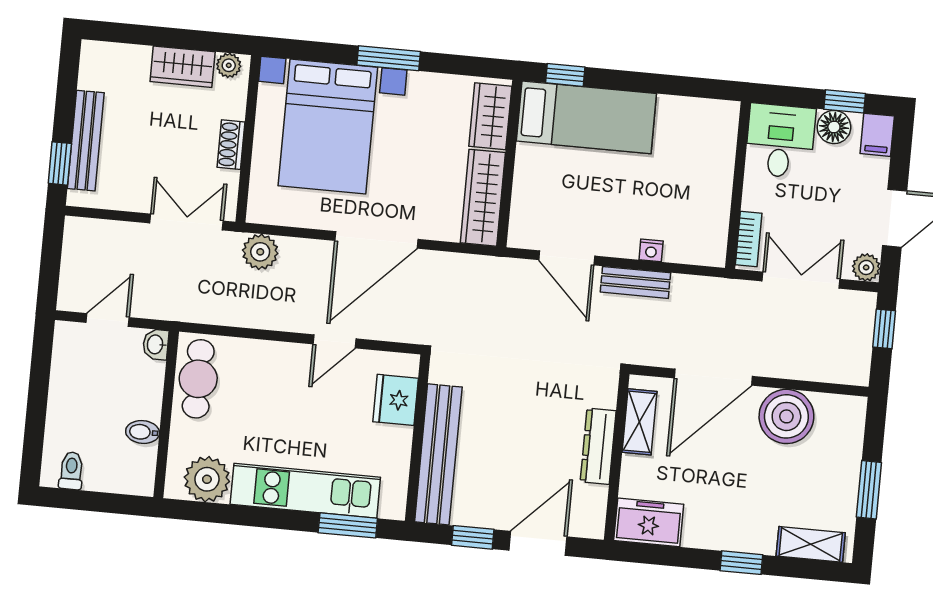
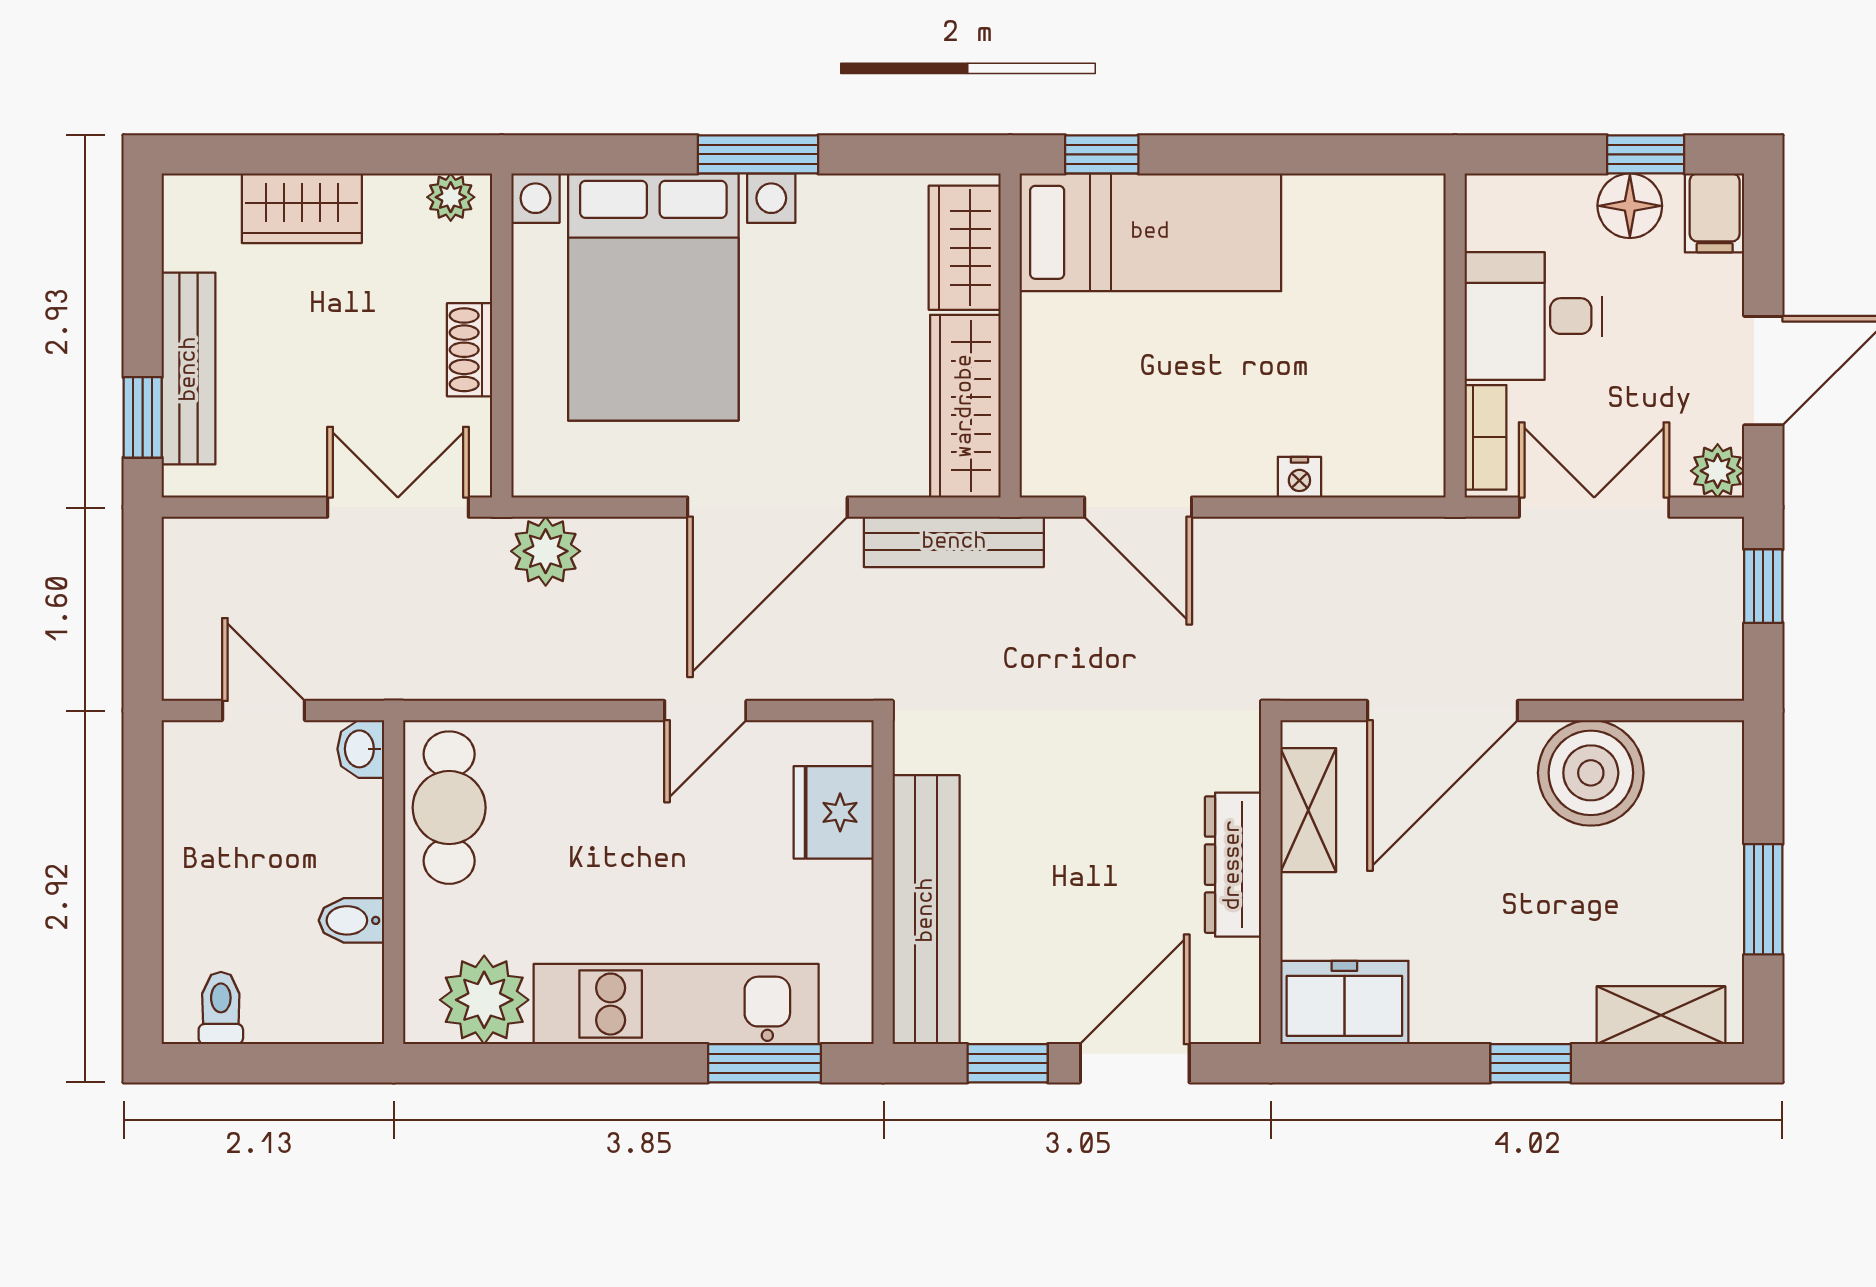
wardrobe: (183, 67) -> (302, 208), moved
desk: (780, 141) -> (1534, 316), moved, turned -90
bench: (635, 282) -> (954, 542), moved, width x1.36
door: (108, 320) -> (263, 710), hinge flipped

